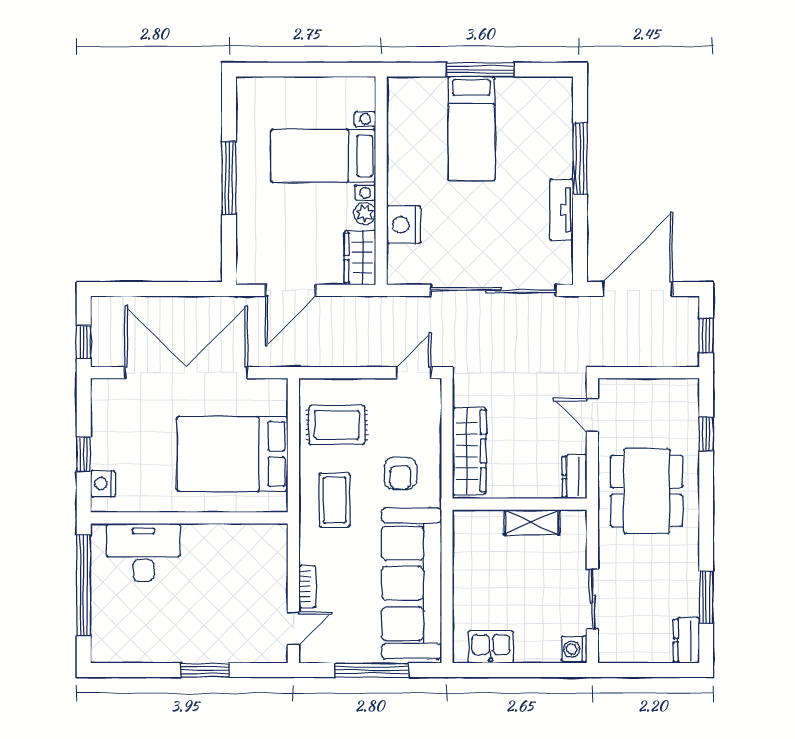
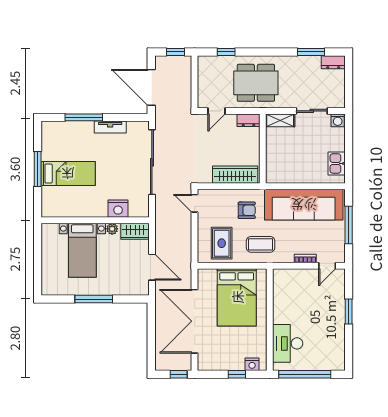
shelving: (532, 522) -> (280, 120), moved, turned 90
door: (293, 628) -> (327, 266), swing flipped

